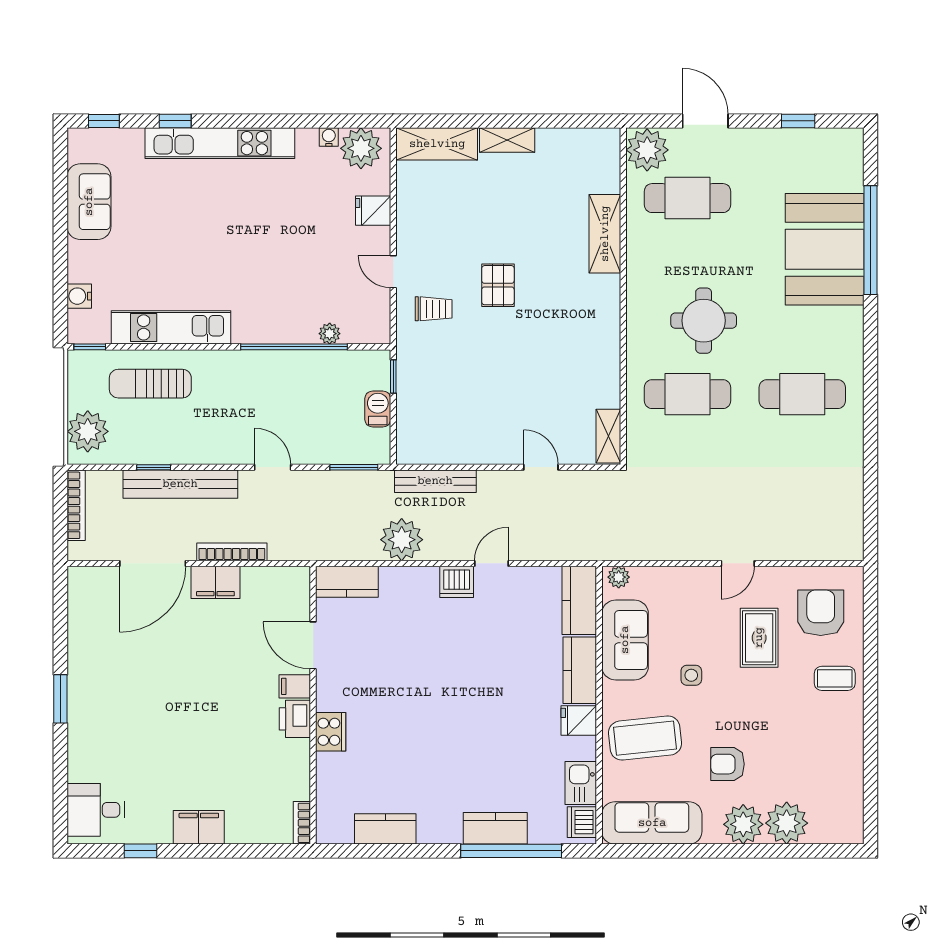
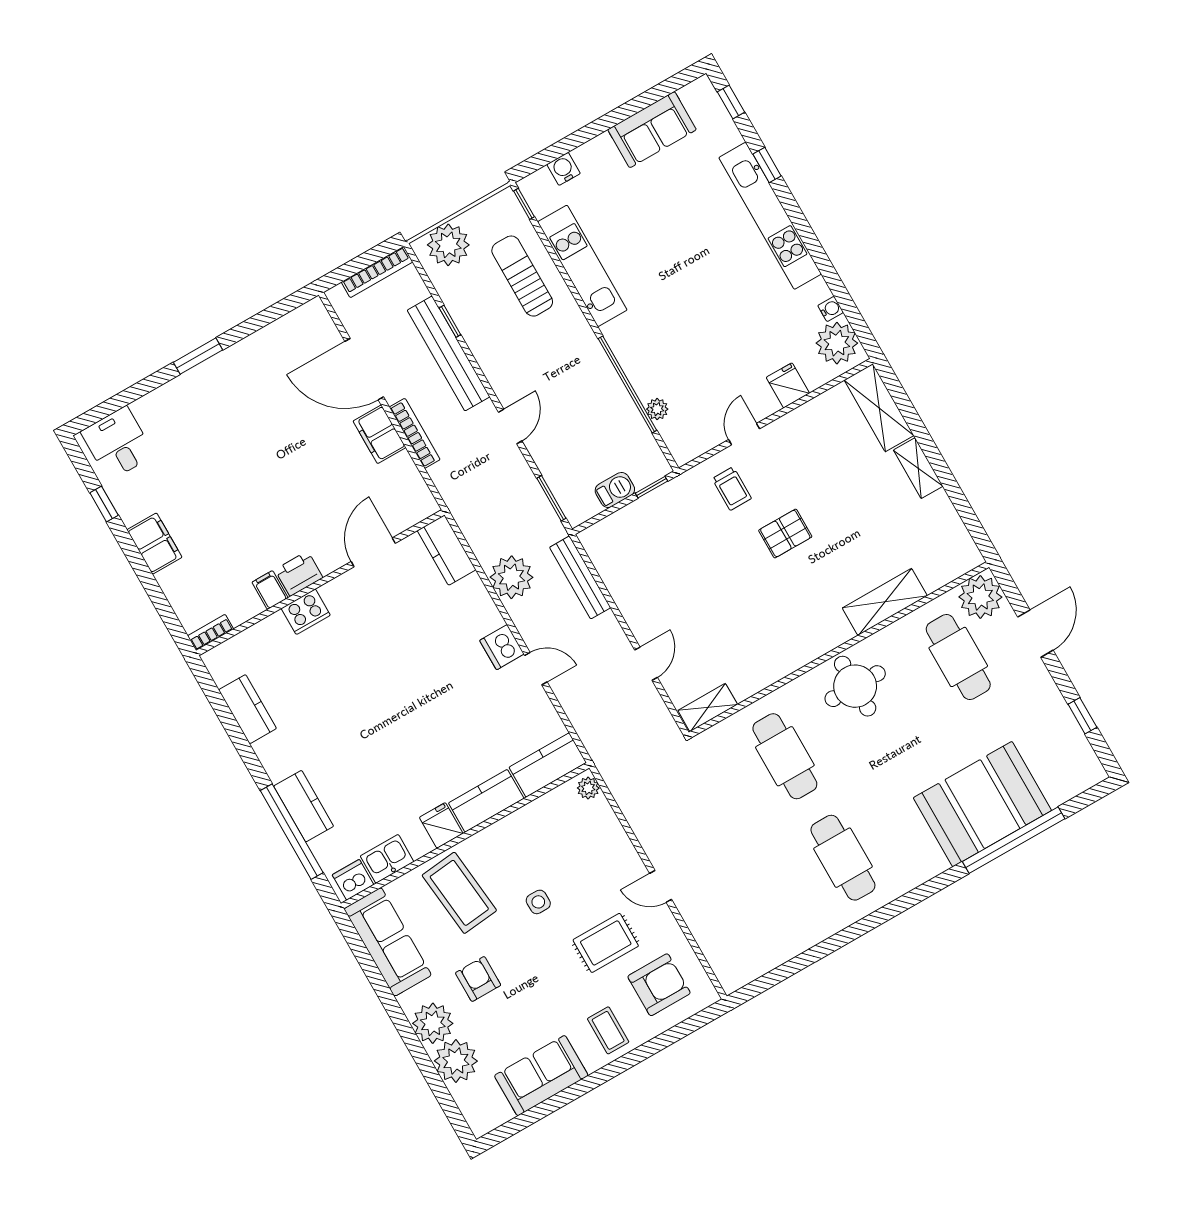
round table: (704, 321) -> (855, 686), moved
sofa: (625, 640) -> (541, 1076), moved, turned 180
filing cabinet: (295, 686) -> (270, 590), moved

